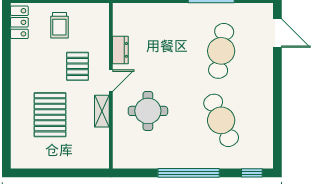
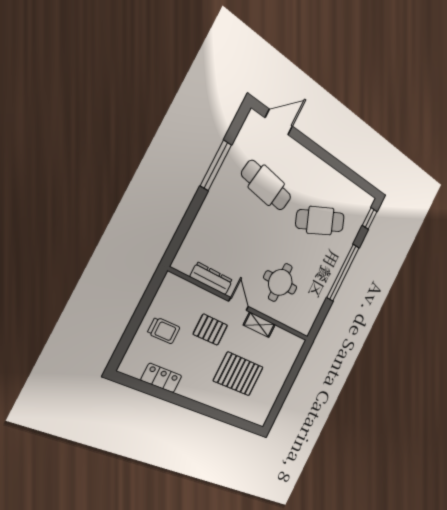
locker: (19, 22) -> (161, 378), moved
dresser: (120, 50) -> (211, 279), width x1.44

